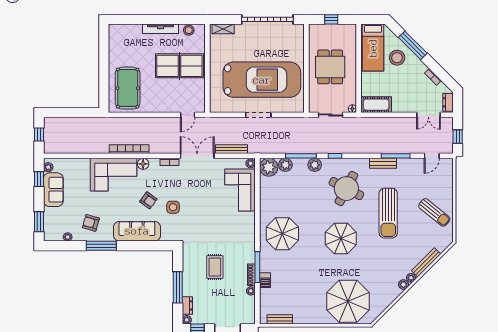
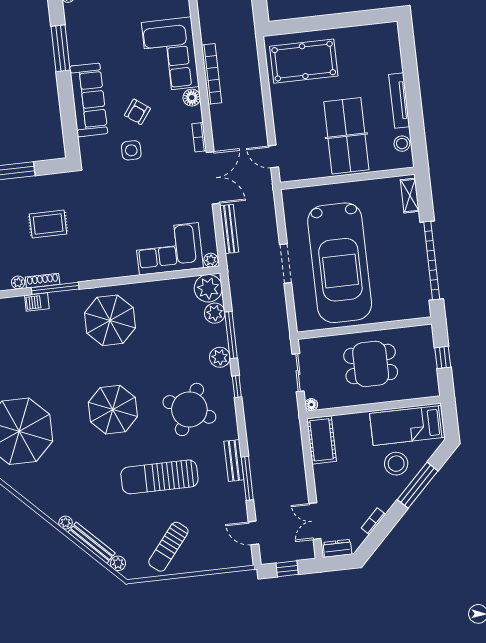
armchair: (91, 223) -> (93, 29), removed
plant: (403, 285) -> (118, 563), moved

